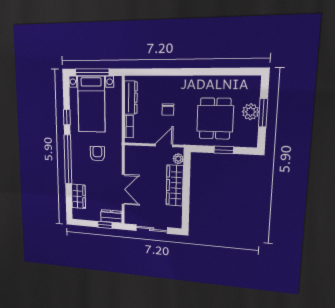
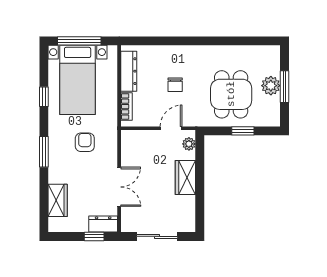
window: (68, 159) -> (44, 152), width x0.47
wardrobe: (175, 185) -> (185, 177), width x0.67

